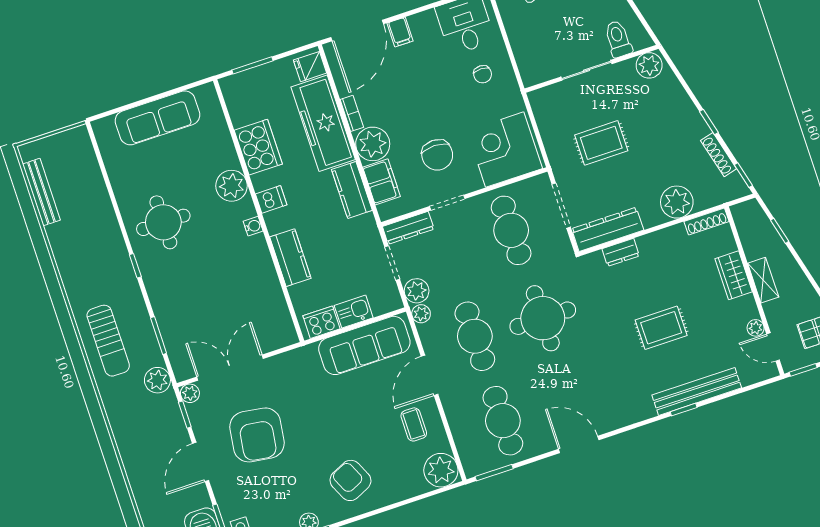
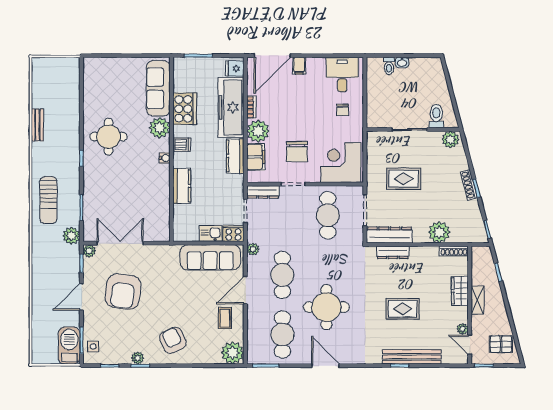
sofa: (157, 118) -> (158, 88), moved, turned 90
shoe rack: (719, 155) -> (469, 185), moved
bench: (41, 192) -> (37, 125), moved, width x0.73
dresser: (621, 252) -> (393, 252), width x1.44
plant: (417, 291) -> (255, 234), removed
round table: (543, 318) -> (326, 307), moved
cooker: (321, 322) -> (233, 234), moved

